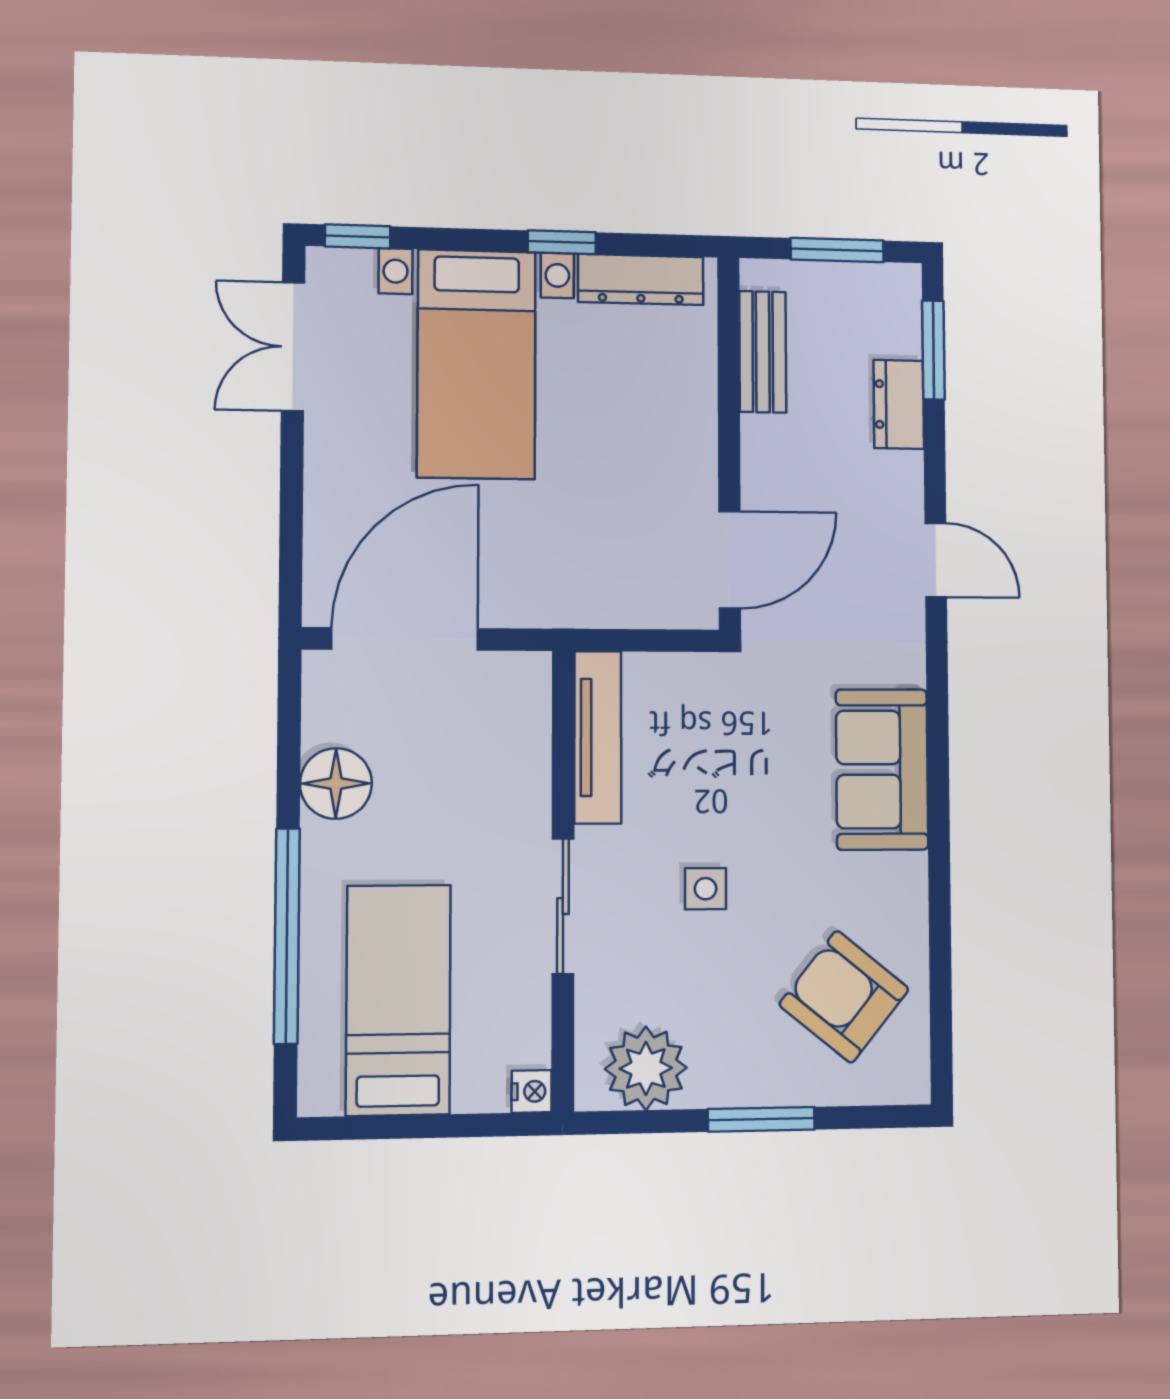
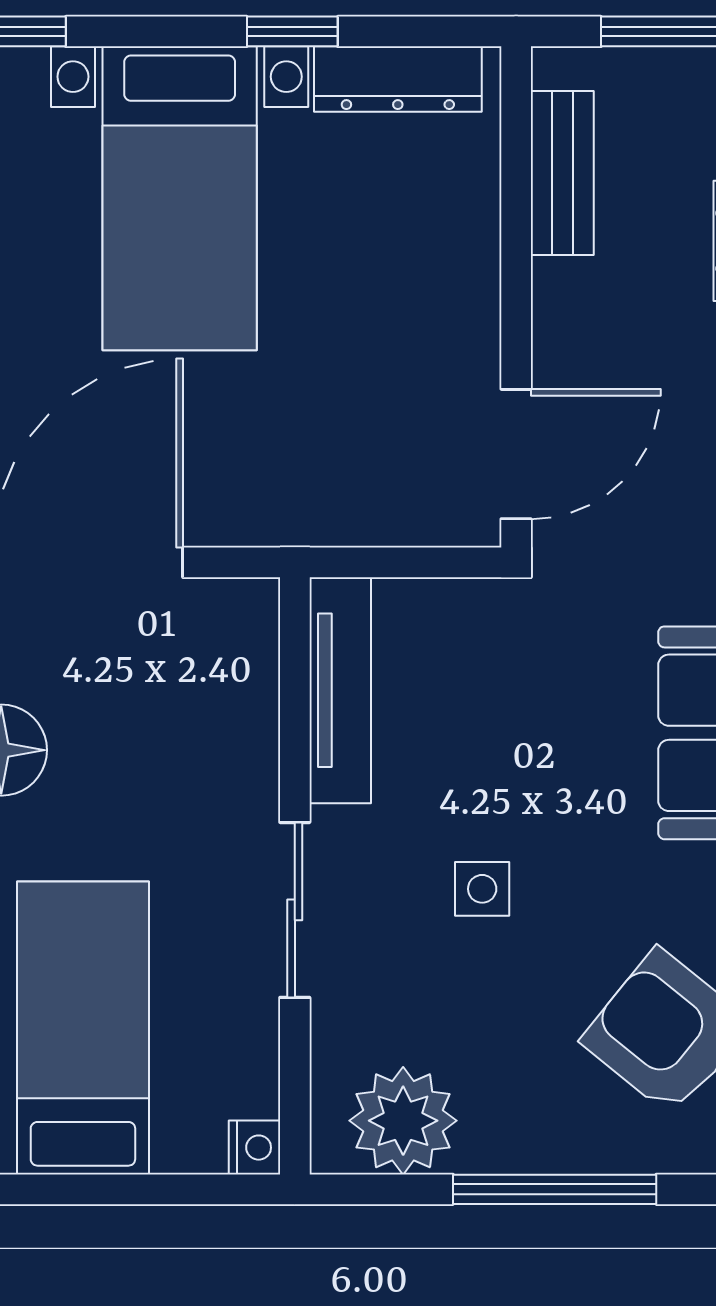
window: (761, 1119) -> (555, 1189), width x1.44

